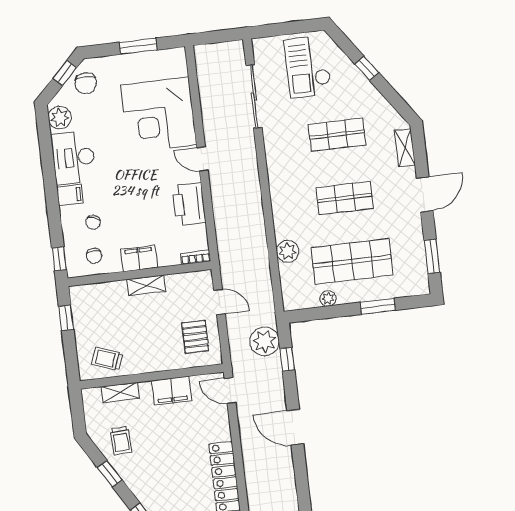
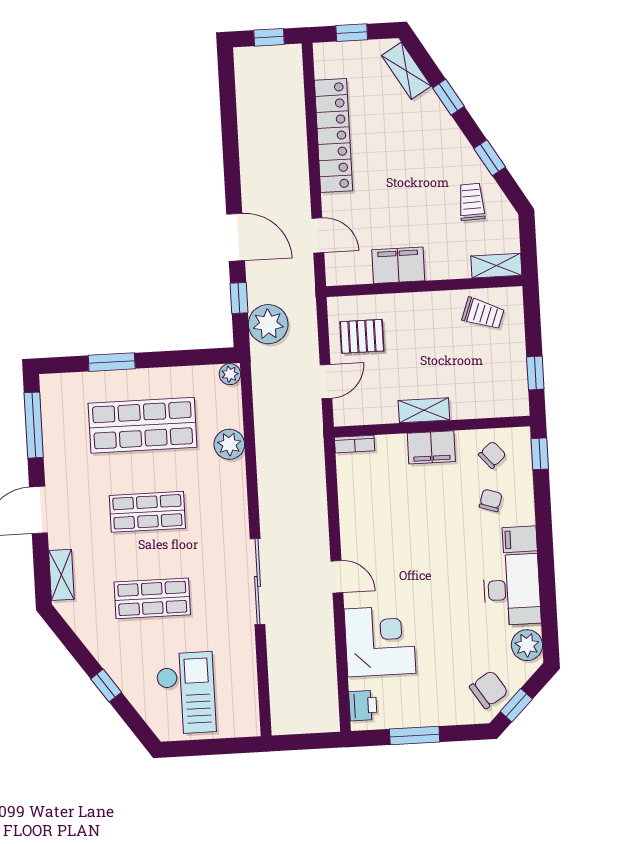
chair: (86, 83) -> (489, 690), turned 57
sliding door: (254, 96) -> (258, 581), moved
corner desk: (159, 115) -> (380, 641), width x0.74, depth x0.74
printer: (189, 204) -> (363, 706), moved, width x0.53, depth x0.68
chair: (94, 256) -> (492, 455), turned 49
window: (432, 256) -> (34, 425), width x1.44
plant: (328, 298) -> (230, 374), moved
door: (219, 302) -> (326, 381), swing flipped
pallet: (195, 337) -> (362, 336), turned 90
door: (230, 391) -> (318, 235), moved
shelving: (120, 392) -> (496, 266), moved
door: (295, 427) -> (236, 237), moved

